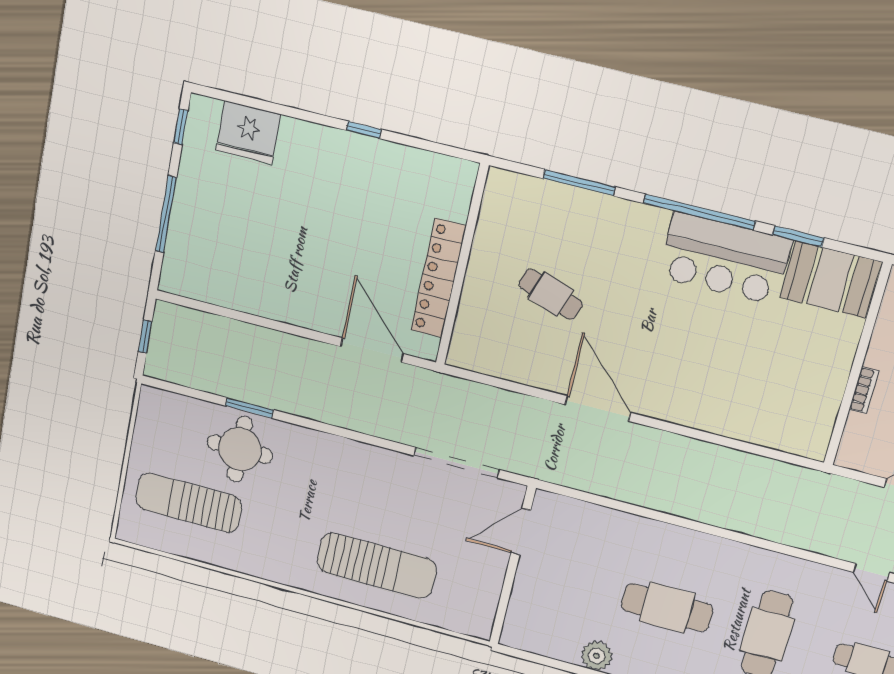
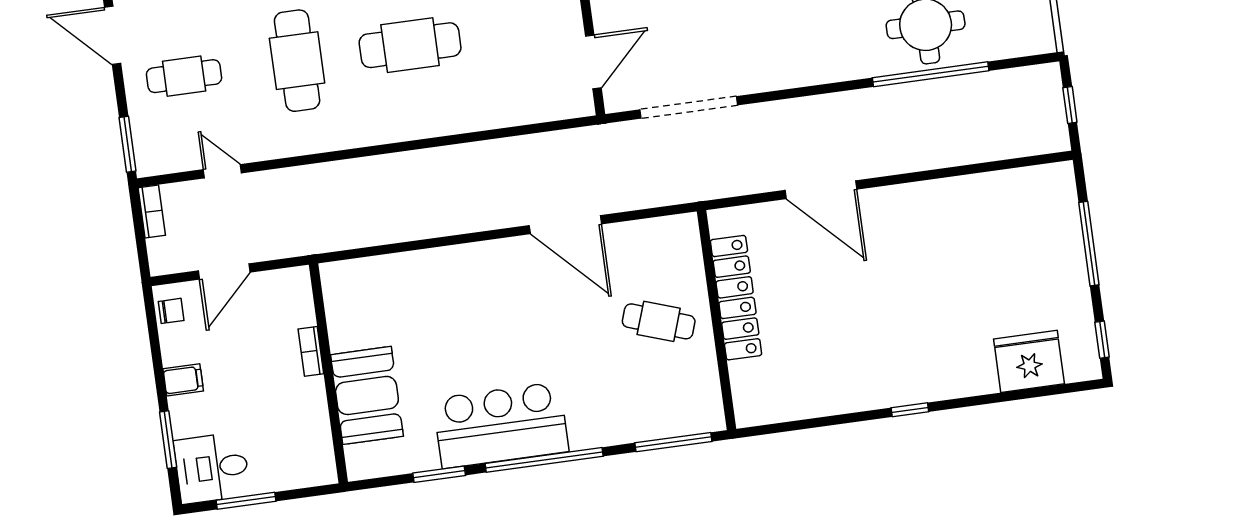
wall: (462, 265) -> (717, 320), moved
locker: (438, 278) -> (736, 298), moved
booth: (830, 280) -> (367, 395), moved, turned 90
window: (249, 408) -> (931, 74), width x2.11

